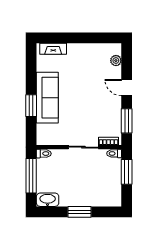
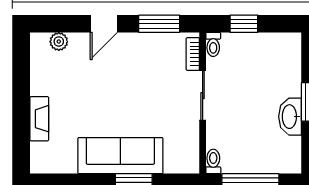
fireplace: (53, 49) -> (39, 119), moved
window: (127, 172) -> (244, 24), width x0.67
washbasin: (48, 200) -> (290, 117), moved

